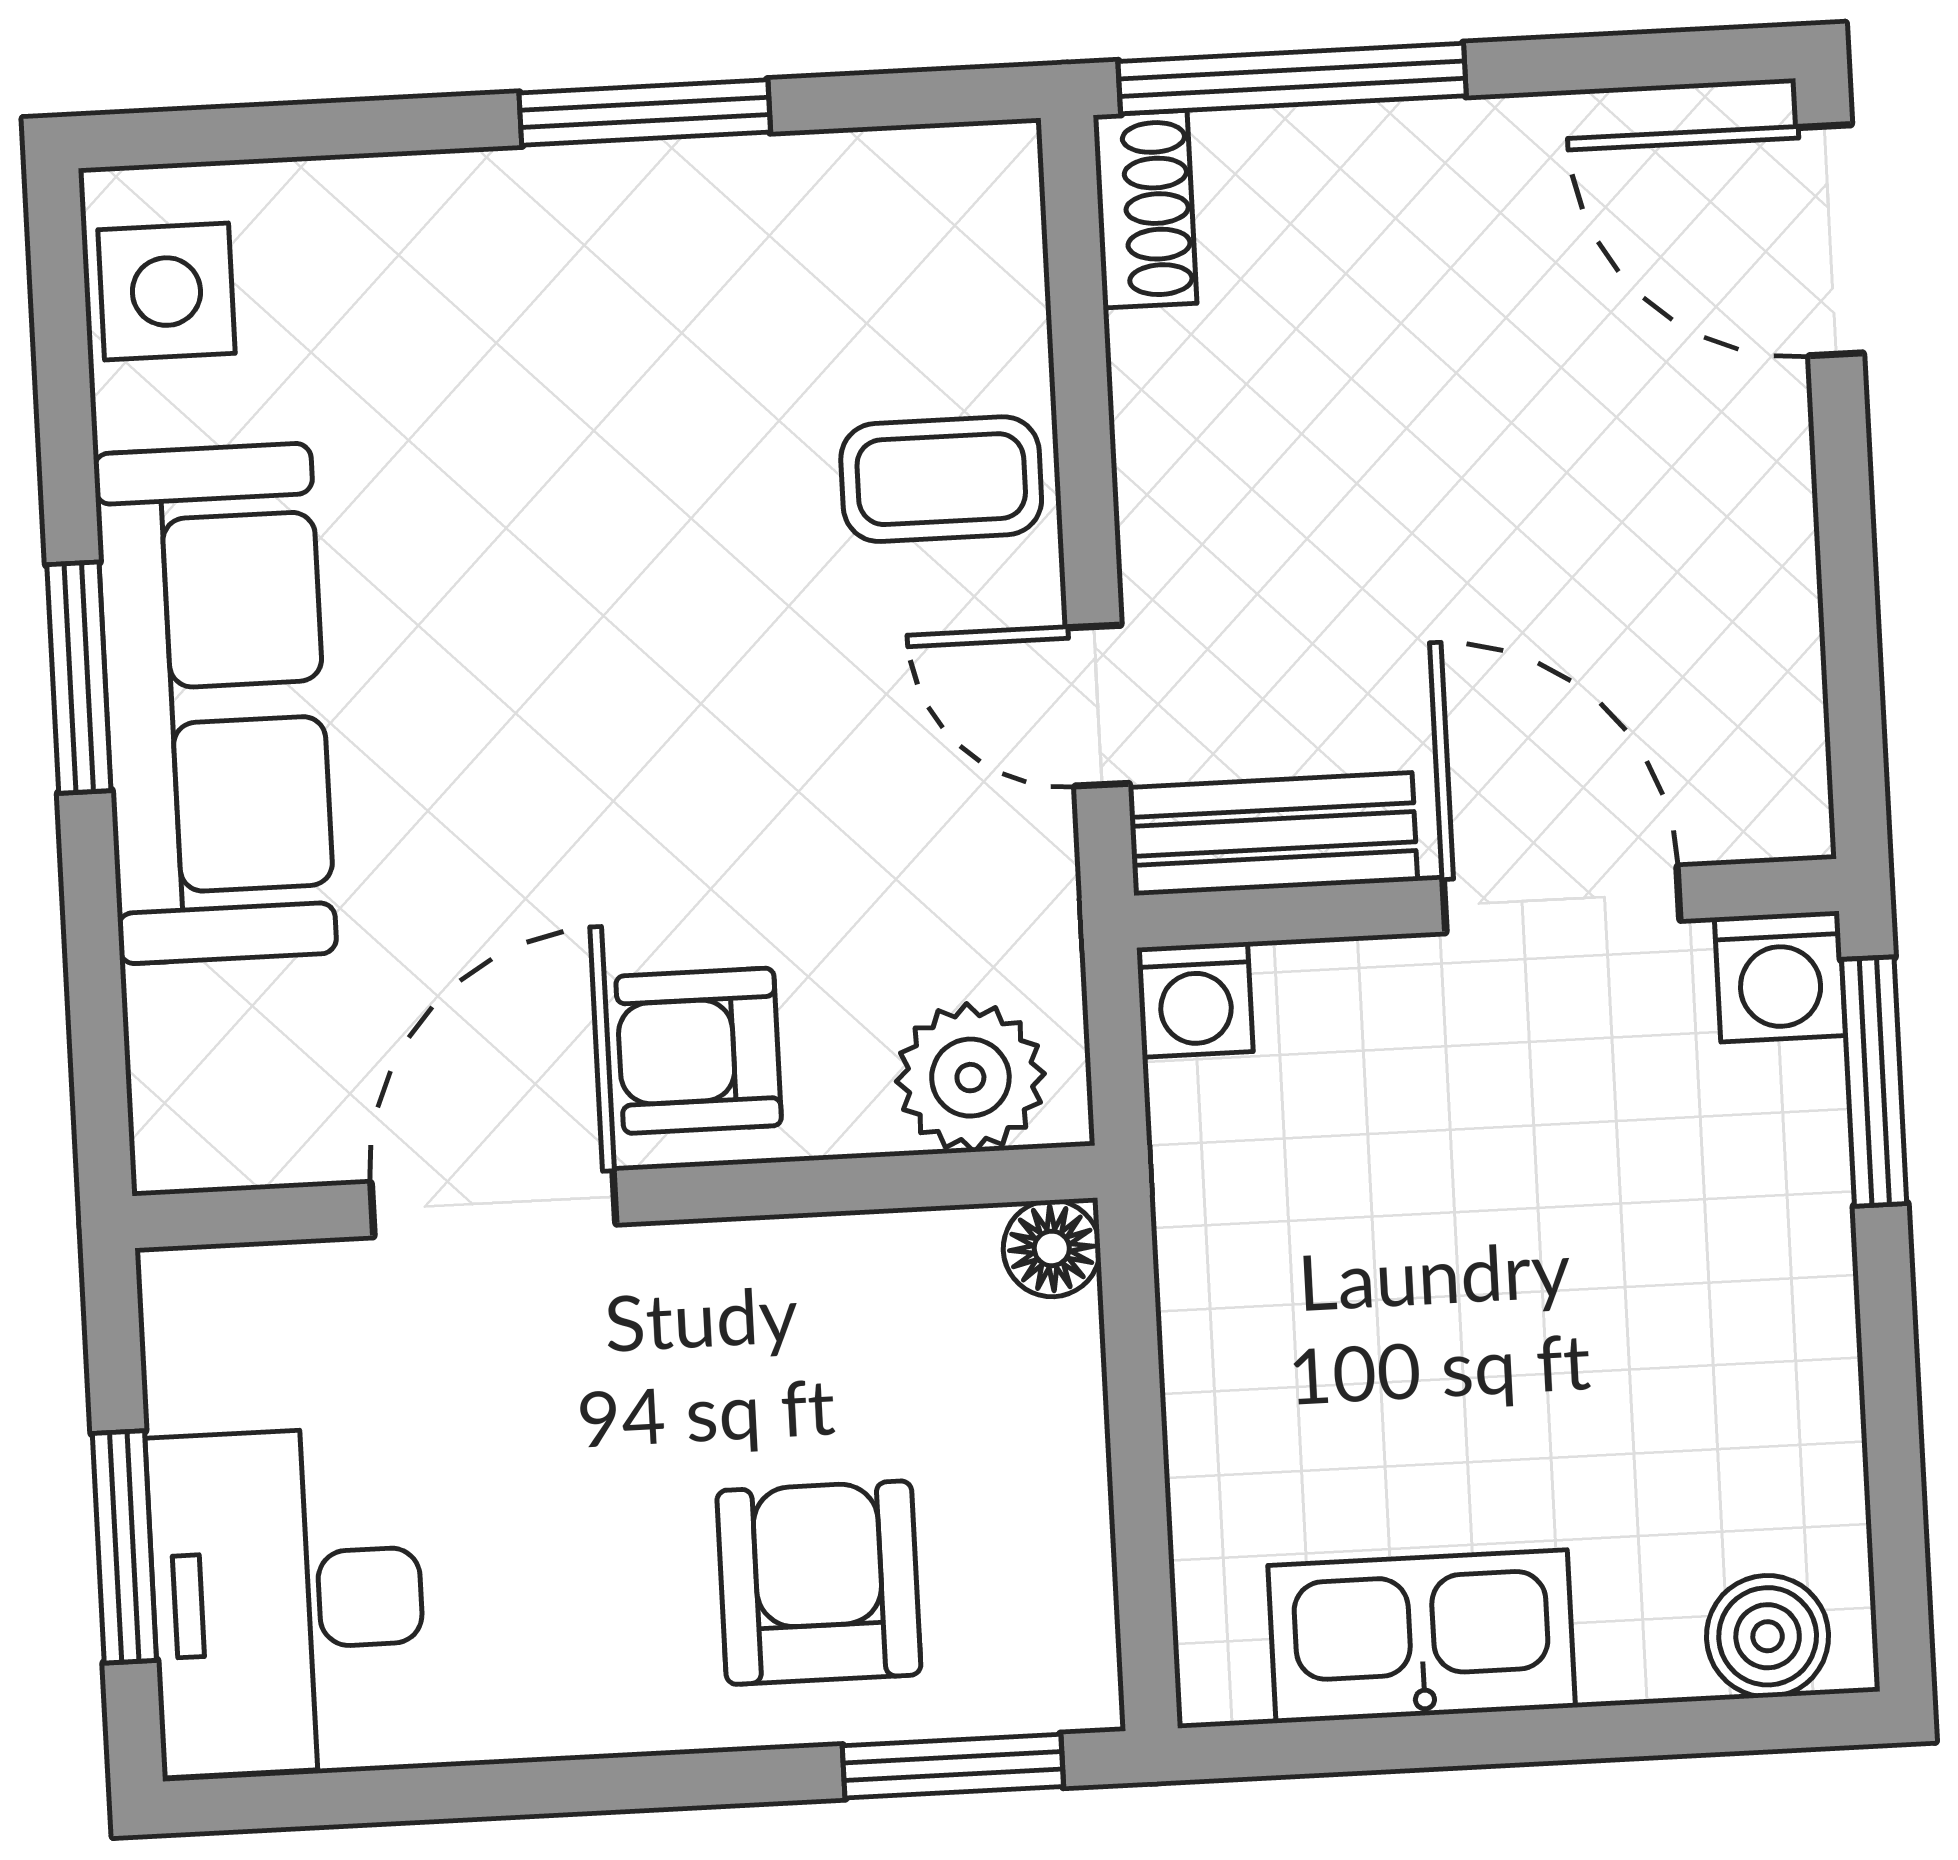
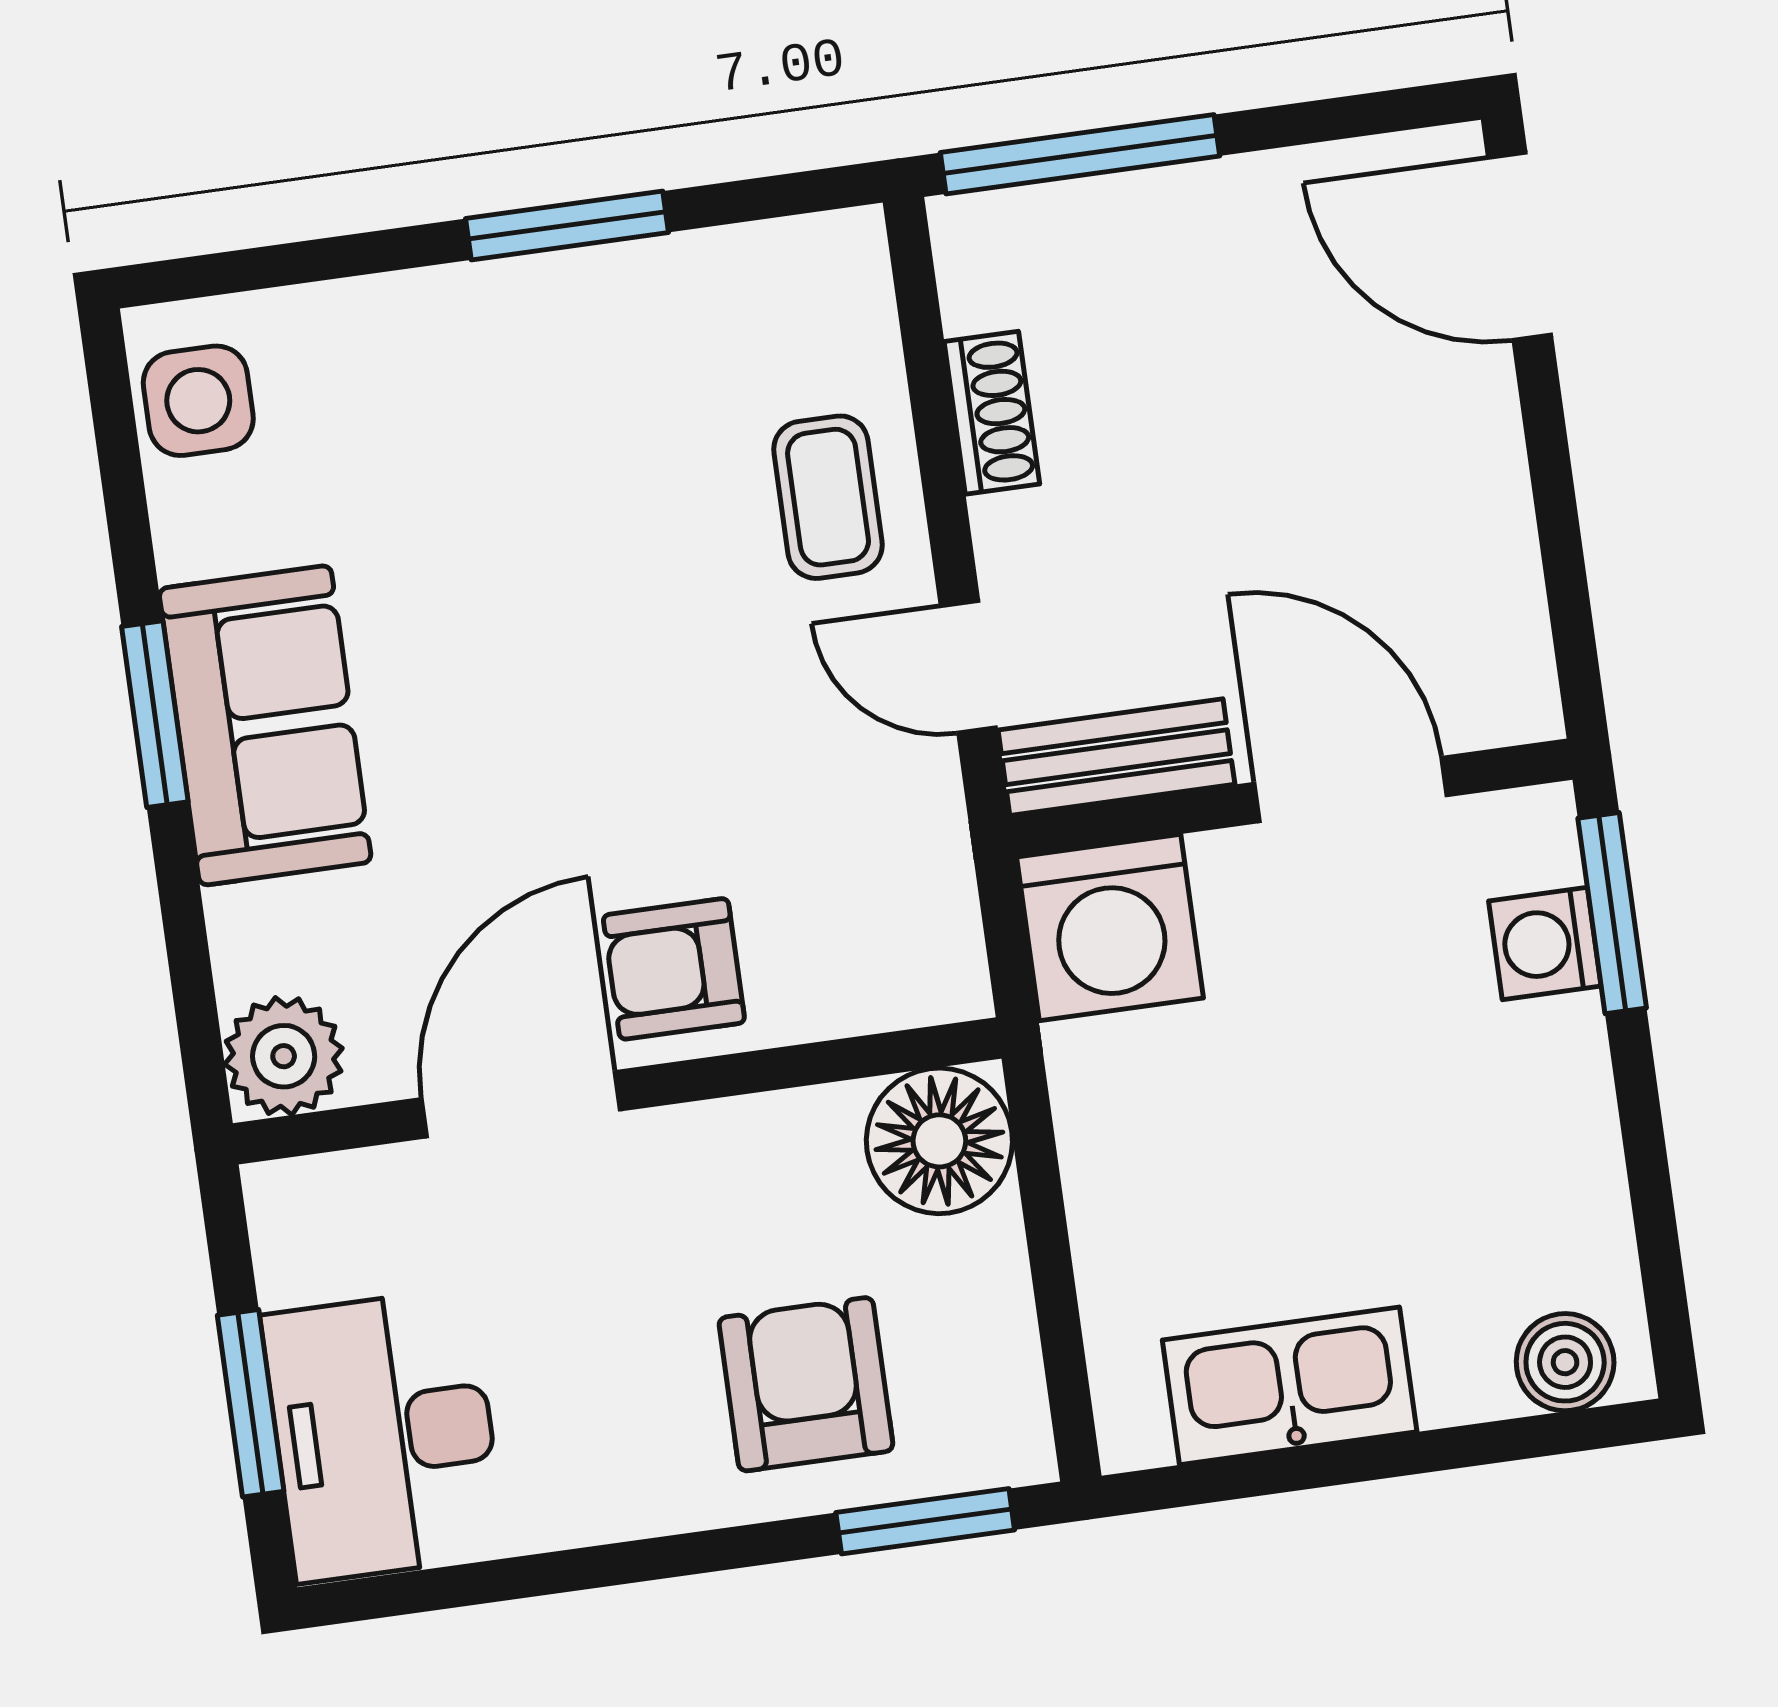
shoe rack: (1145, 209) -> (992, 413), moved
coffee table: (941, 479) -> (828, 497), turned 90
sofa: (215, 703) -> (265, 725), width x0.73
washing machine: (1780, 977) -> (1545, 943), moved, turned 90
washing machine: (1195, 1000) -> (1110, 927), width x1.89, depth x1.89
plant: (970, 1078) -> (284, 1056), moved
floor lamp: (1052, 1248) -> (939, 1141), width x1.89, depth x1.89

